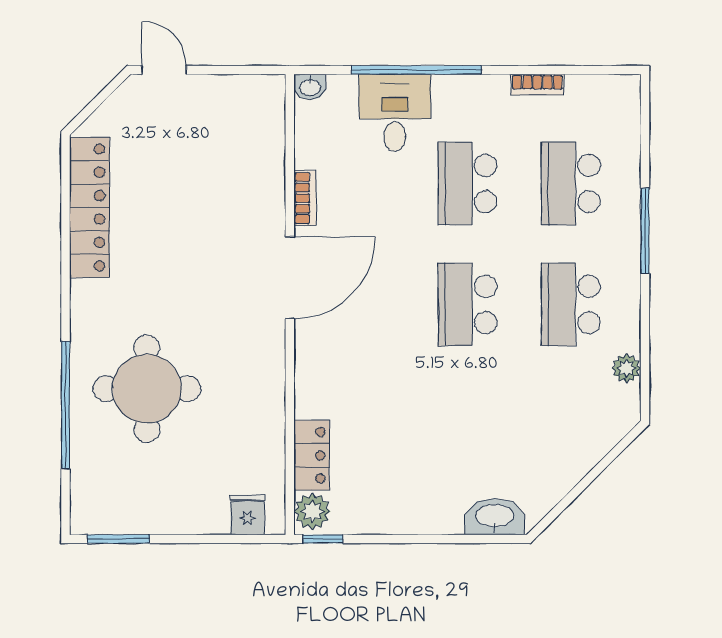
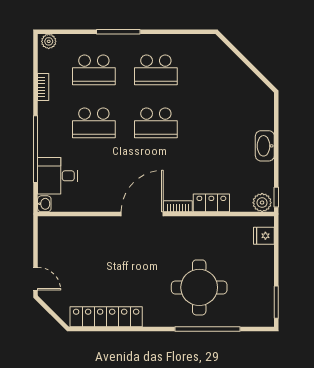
door: (164, 70) -> (36, 279), swing flipped
desk: (395, 113) -> (58, 176), moved
bookcase: (305, 198) -> (178, 206), moved
door: (290, 278) -> (142, 214), hinge flipped
plant: (626, 368) -> (49, 41), moved
locker: (312, 455) -> (211, 203), moved
washbasin: (495, 517) -> (265, 146), moved

